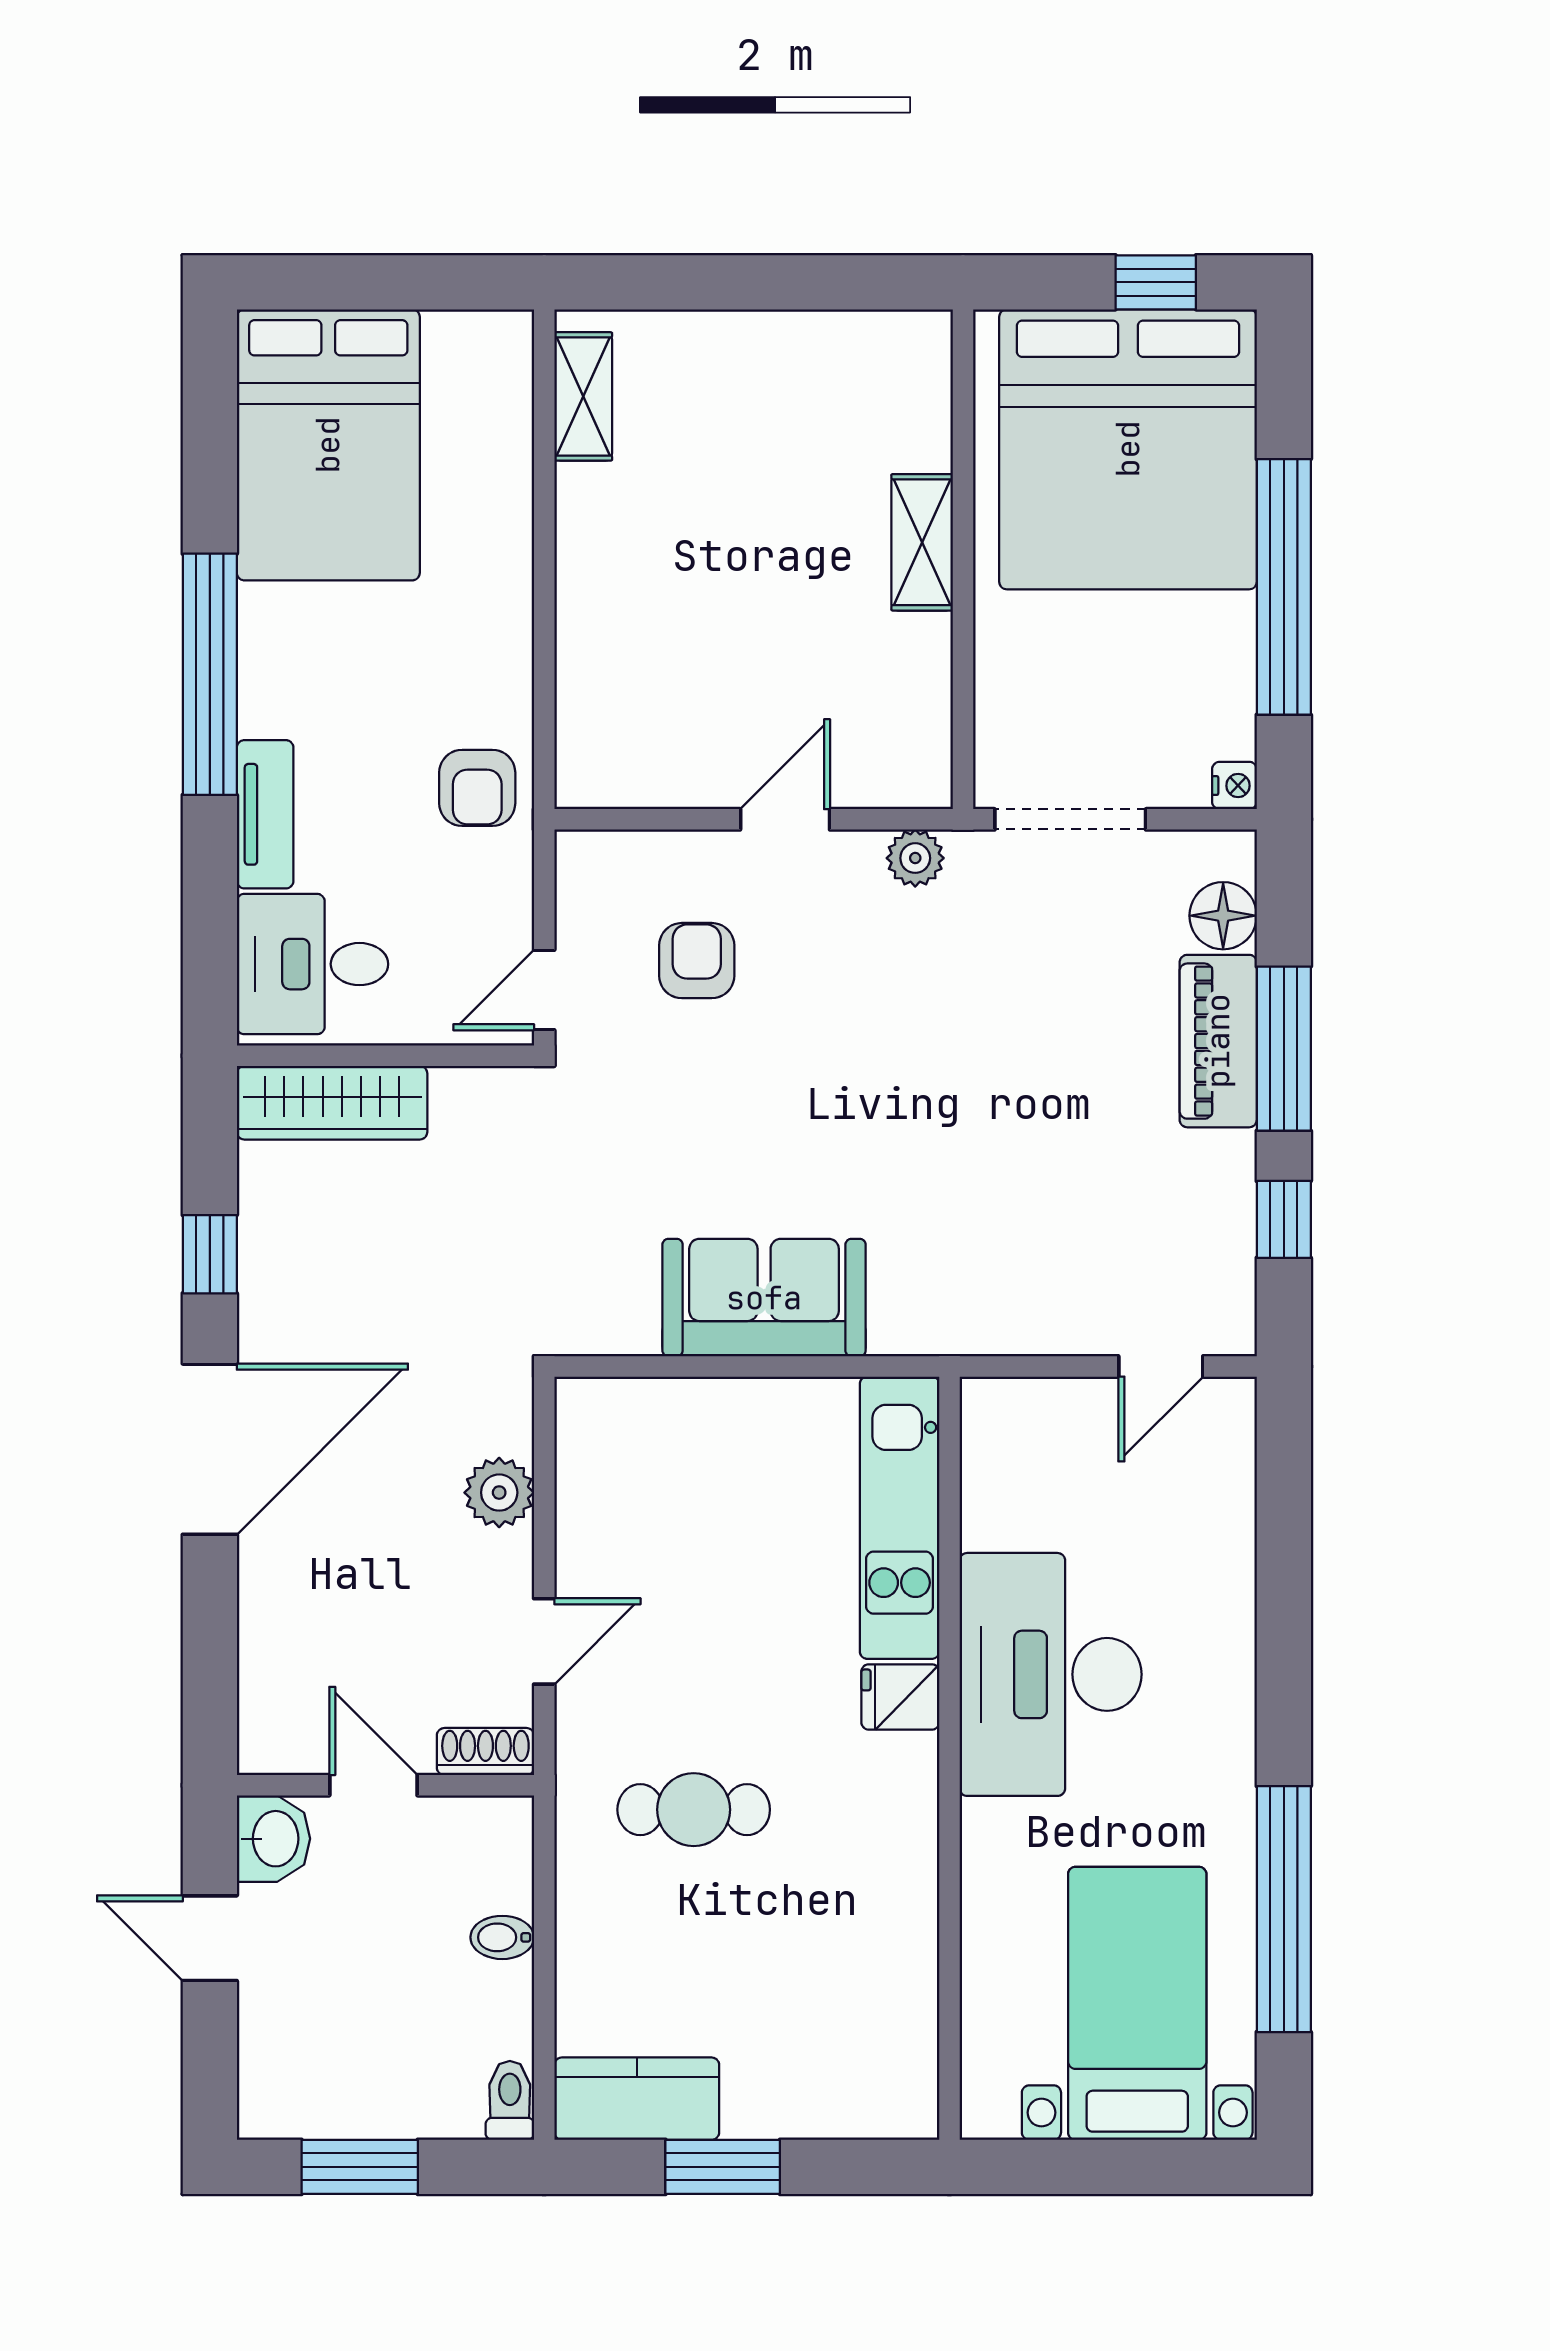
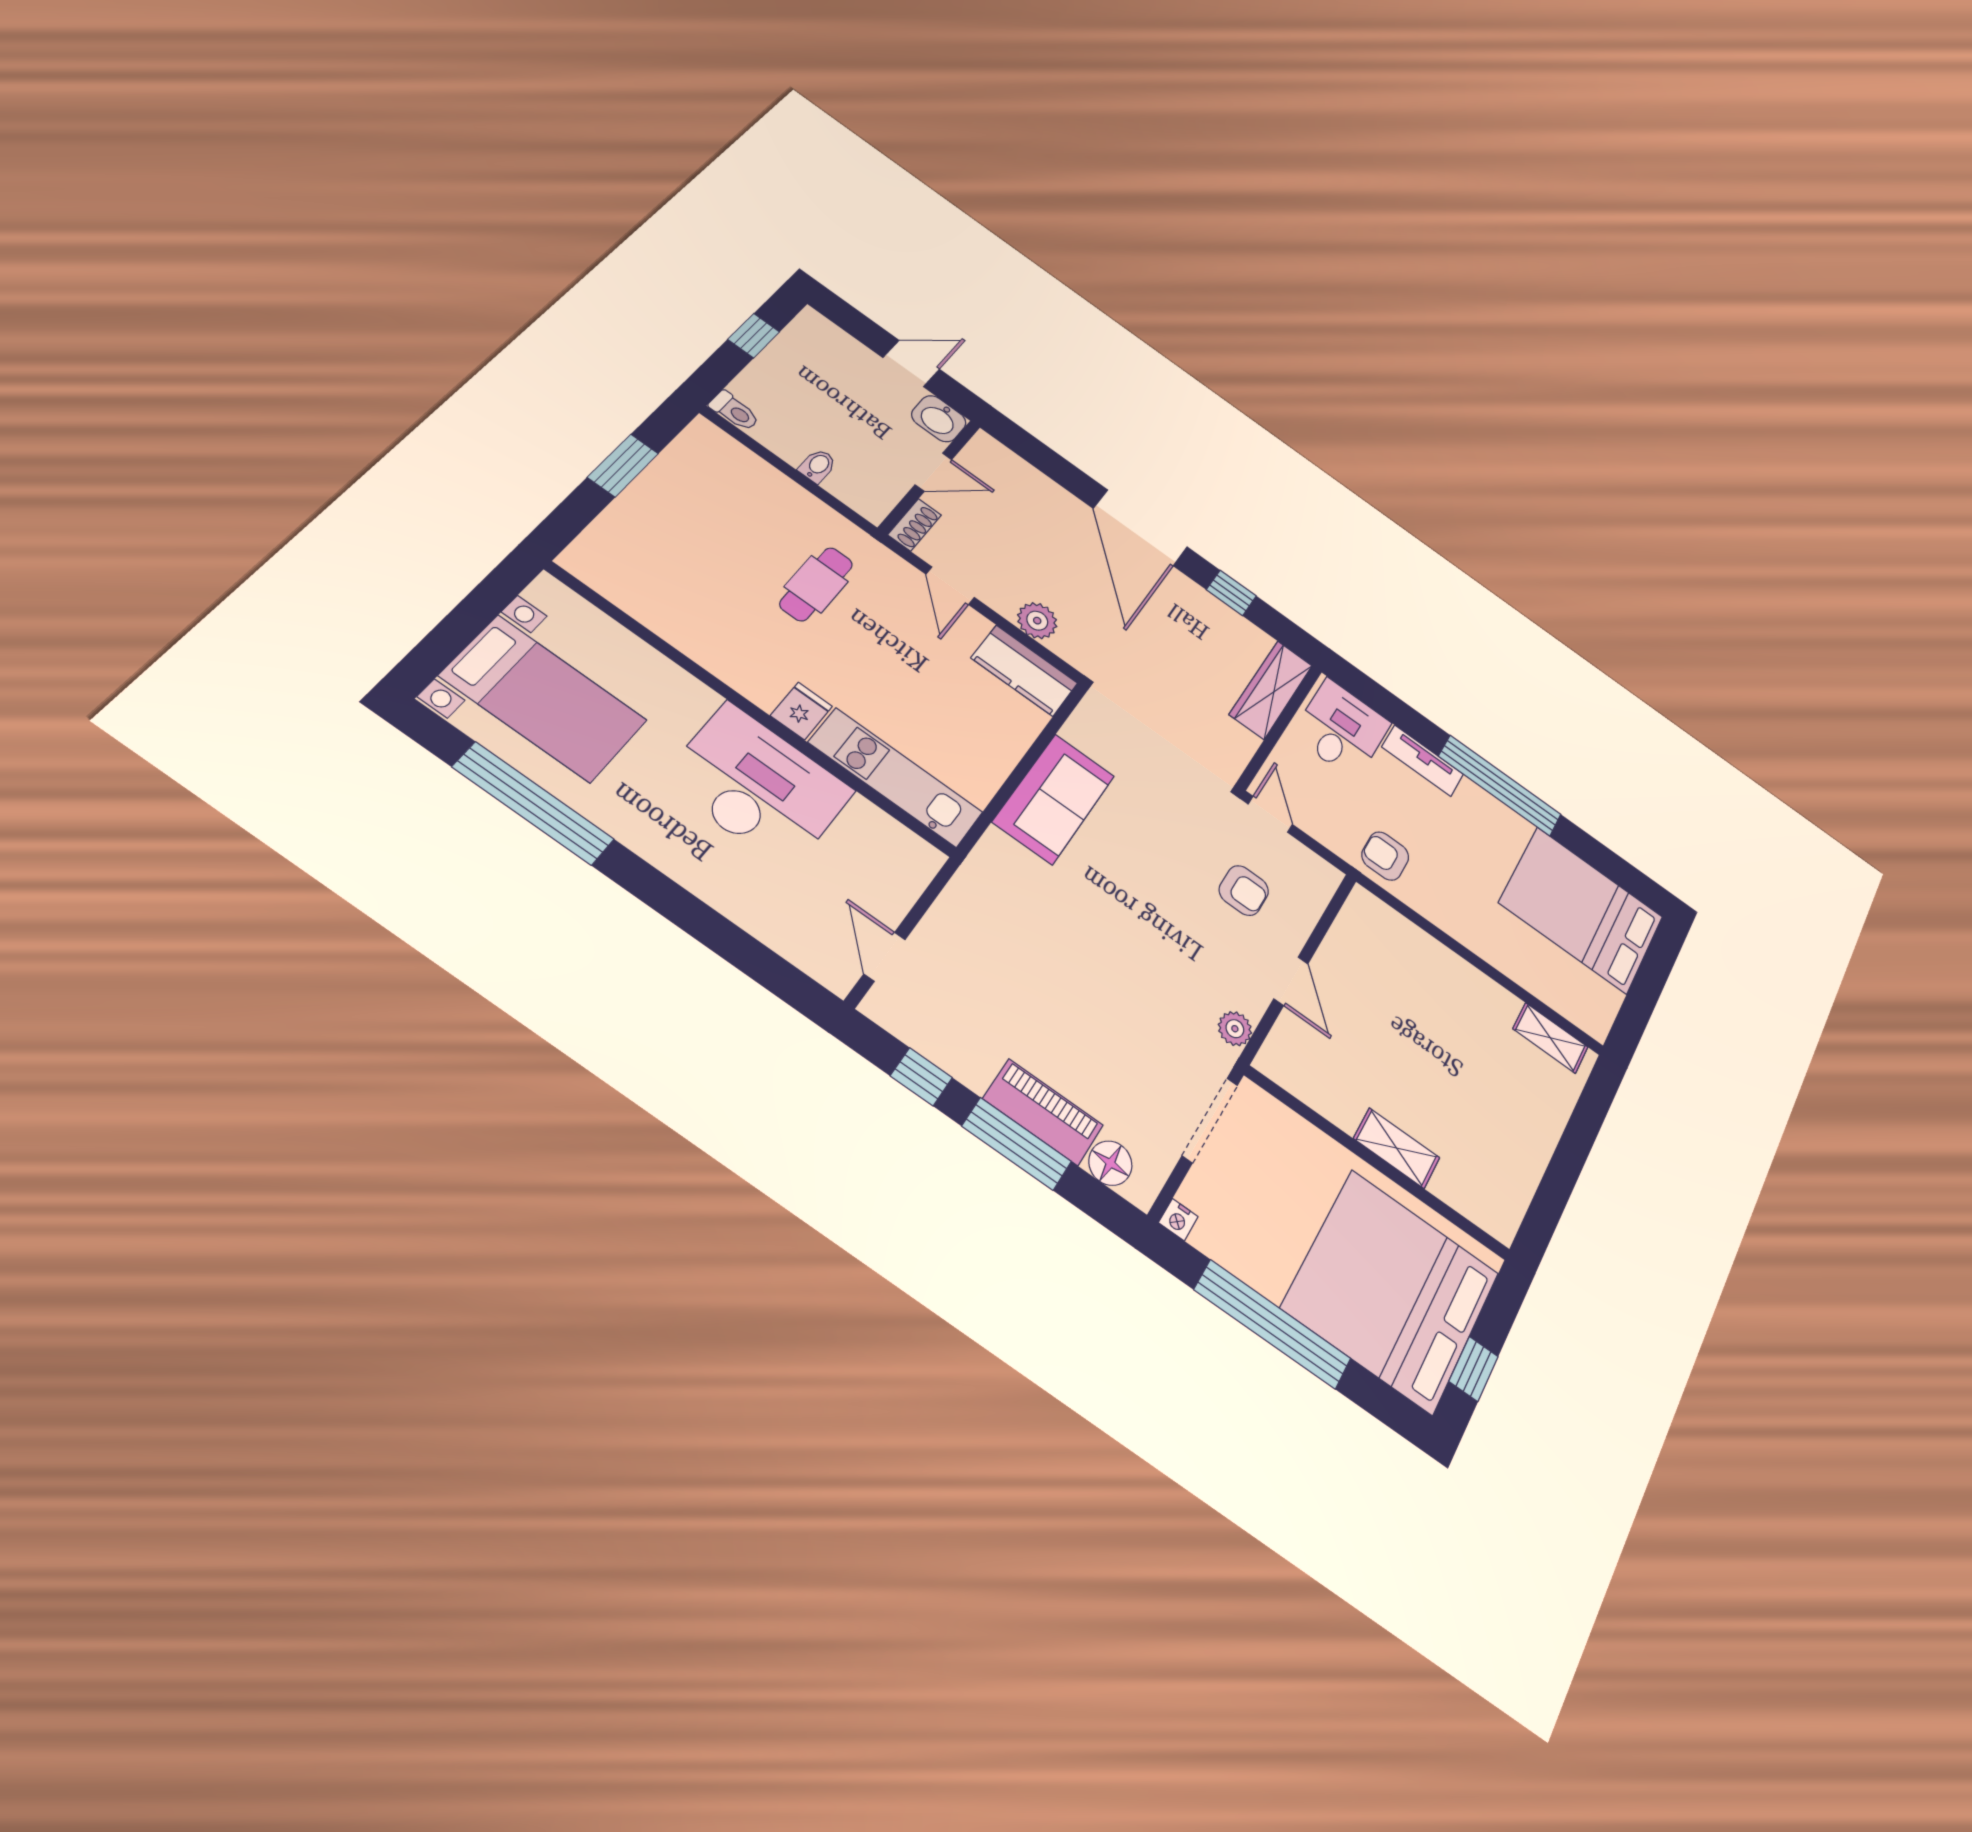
kitchen counter: (637, 2099) -> (1024, 671), moved, turned 90
window: (360, 2167) -> (754, 336), width x0.67

